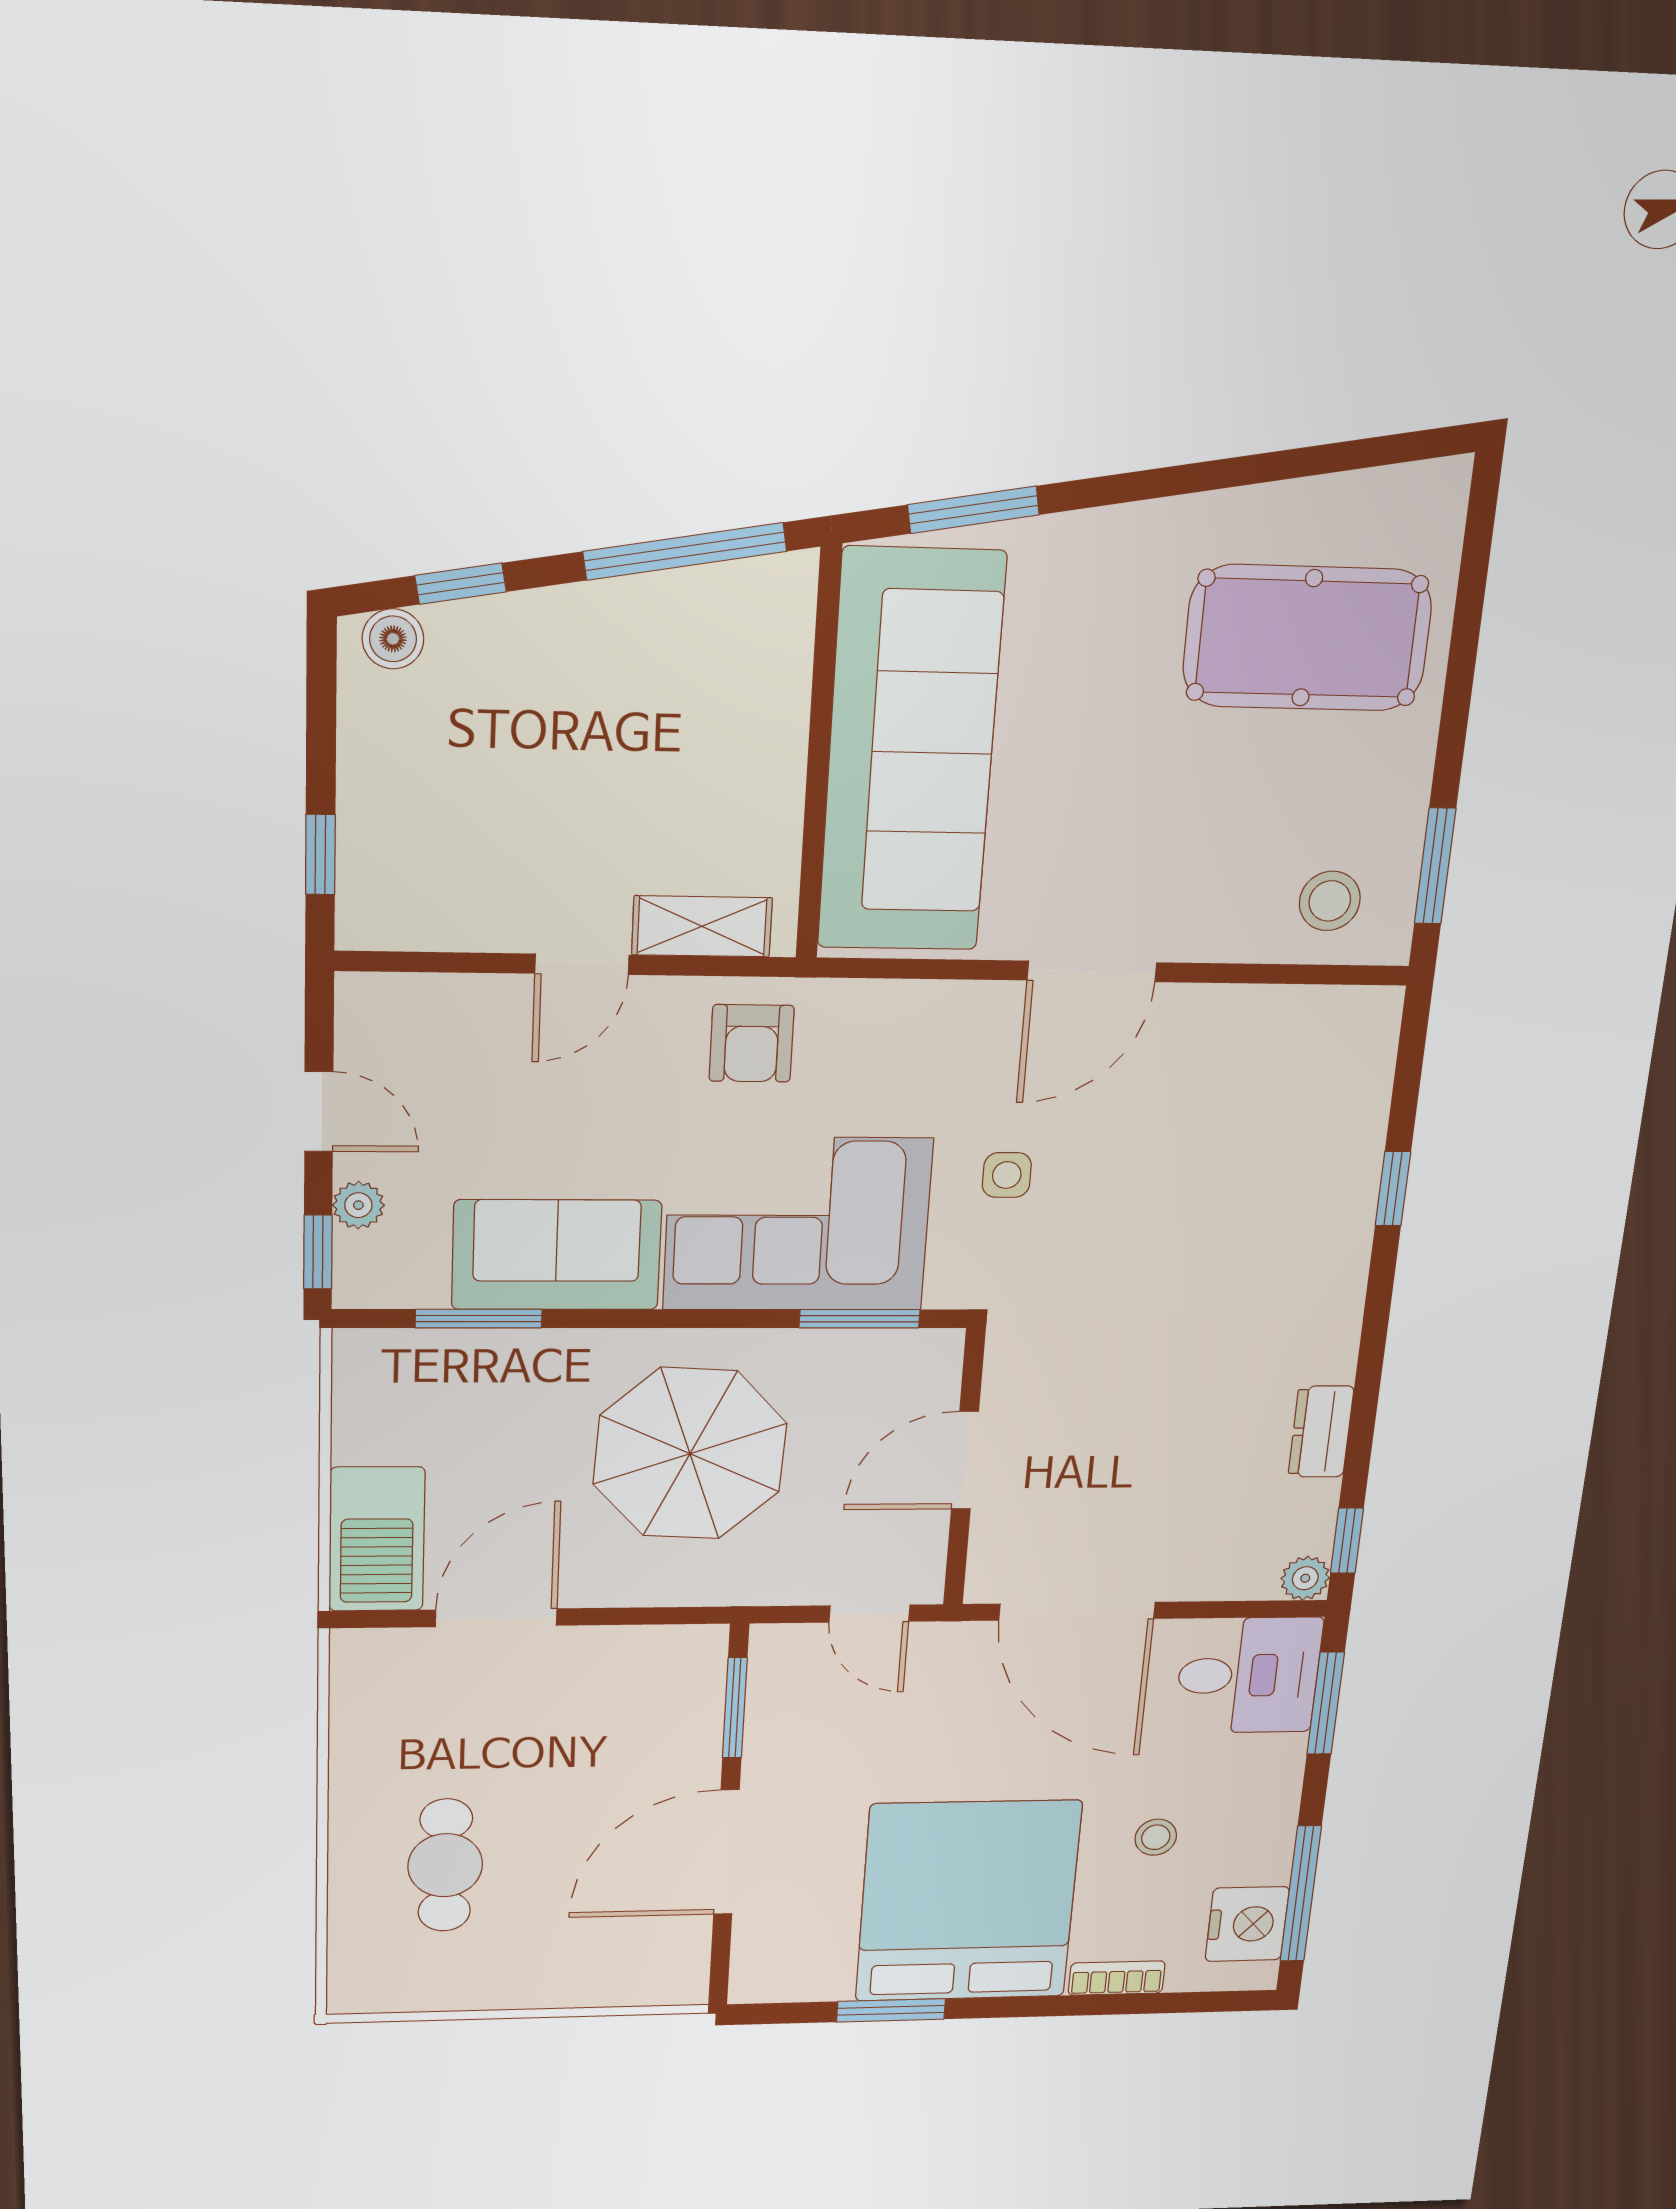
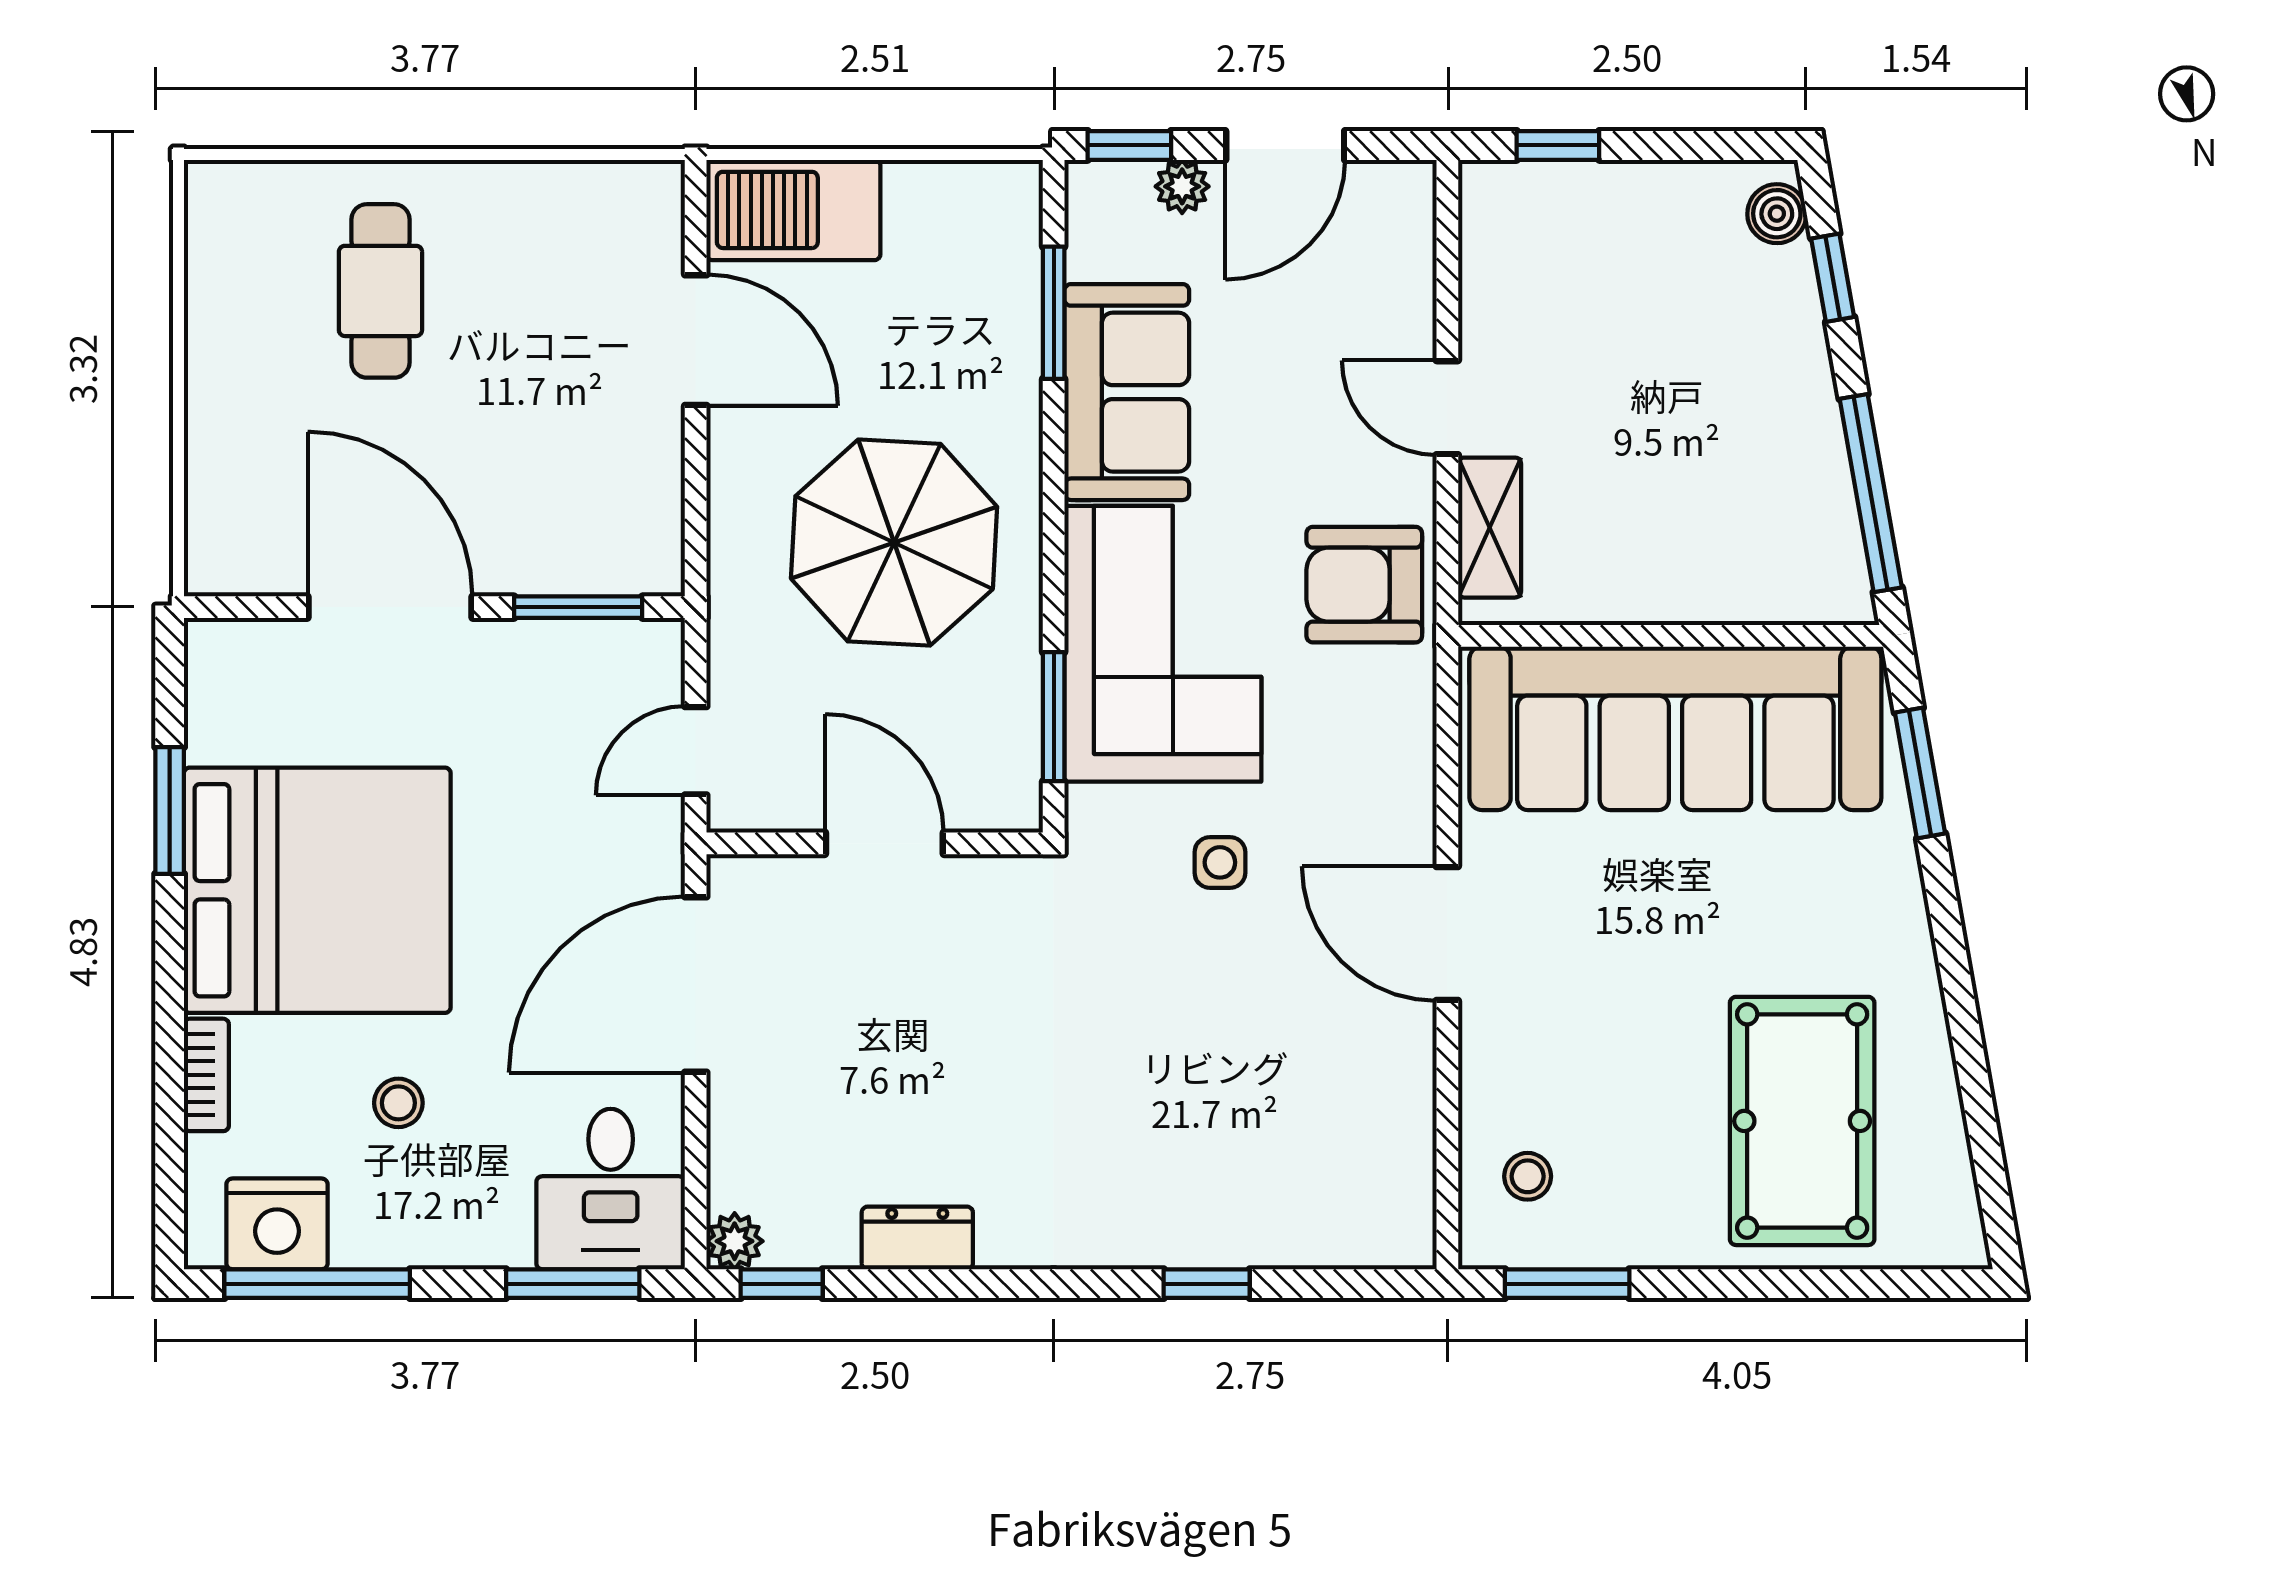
stool: (1330, 901) -> (1528, 1176), width x0.73, depth x0.73
armchair: (752, 1043) -> (1364, 585), width x1.38, depth x1.38
door: (319, 1112) -> (1285, 145), width x1.38
cafe table: (445, 1865) -> (380, 291), turned 90

